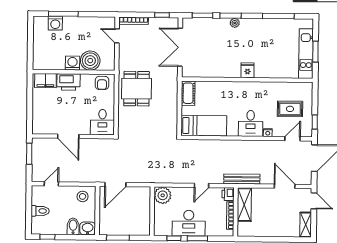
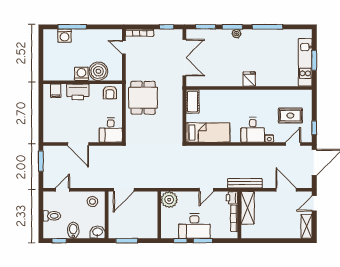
window: (278, 16) -> (268, 27), moved
double door: (180, 47) -> (184, 58), swing flipped
filing cabinet: (45, 81) -> (56, 91), width x0.50
door: (314, 201) -> (314, 203), swing flipped
bidet: (73, 226) -> (73, 230), moved

